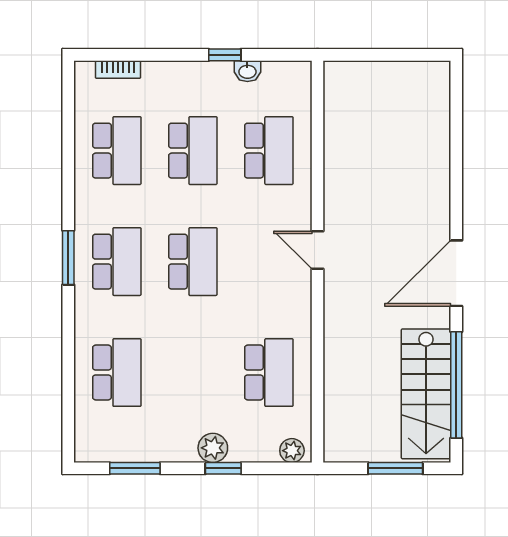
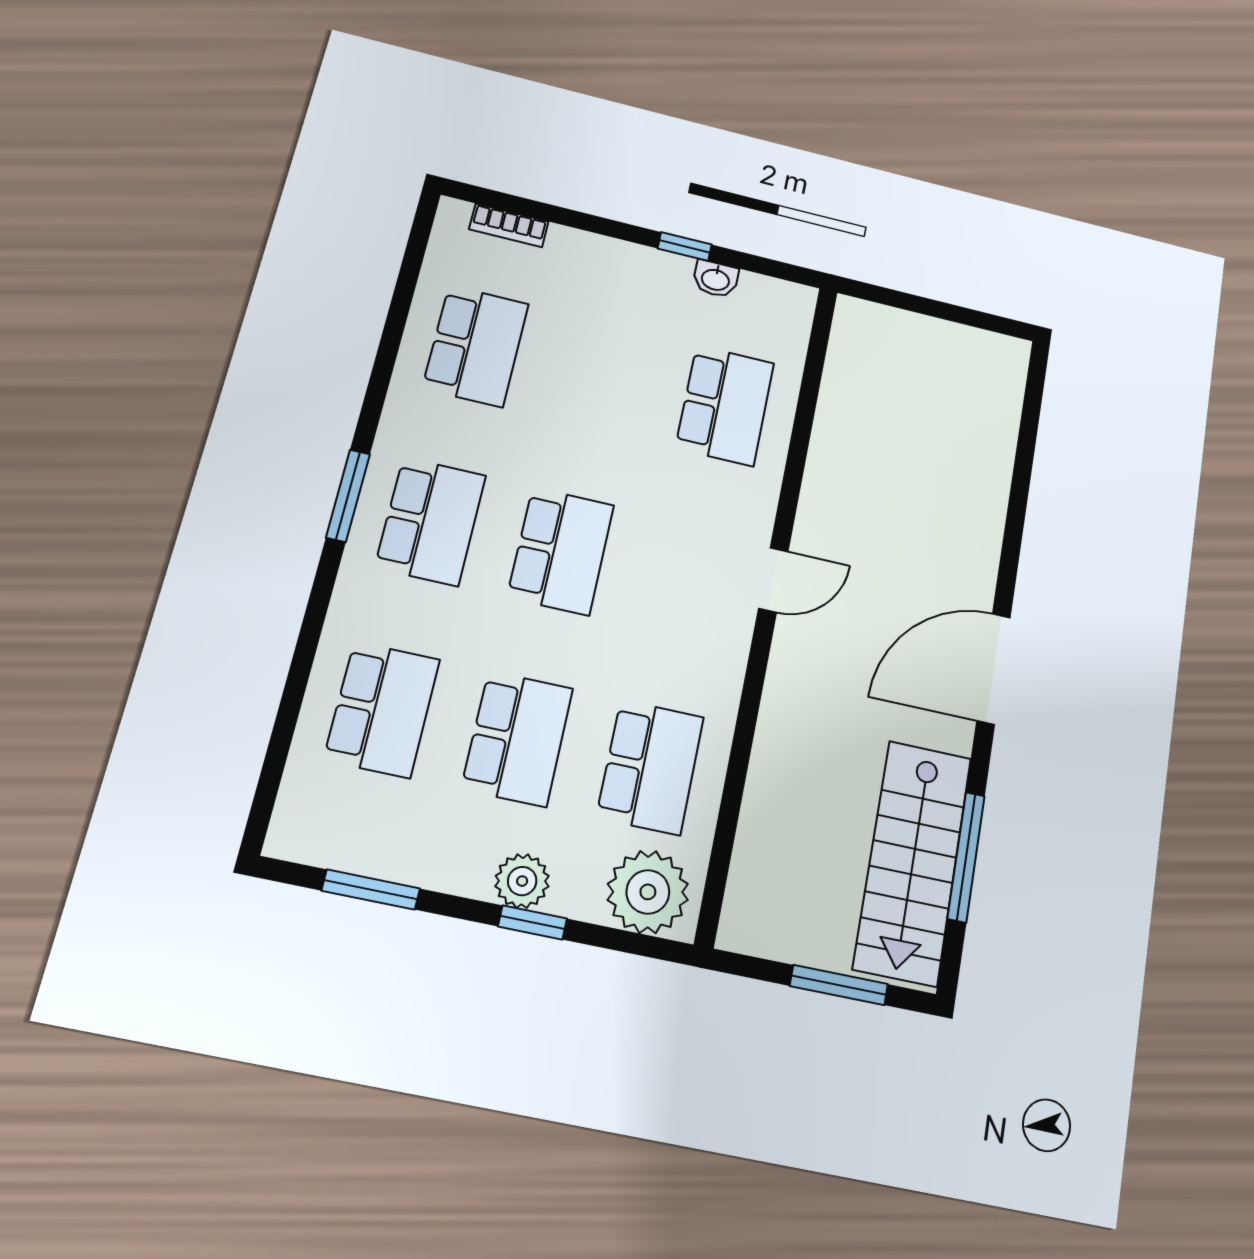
school desk: (193, 151) -> (517, 738), moved
door: (317, 250) -> (773, 580), swing flipped
window: (456, 385) -> (966, 857), width x0.68
plant: (292, 451) -> (648, 892), width x1.87, depth x1.87

